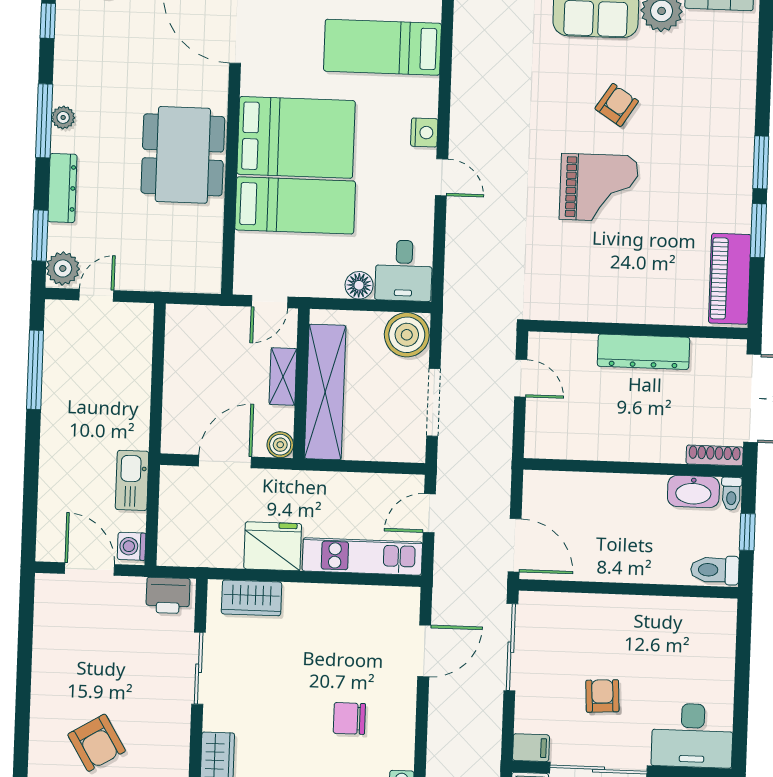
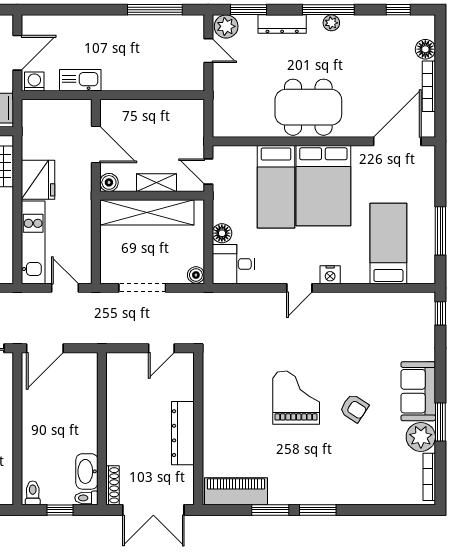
grand piano: (599, 188) -> (296, 398), turned 180
boiler: (407, 335) -> (196, 275), width x0.54, depth x0.54
toilet: (715, 570) -> (33, 493), width x0.73, depth x0.72

